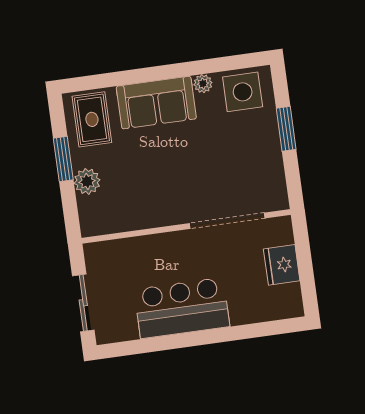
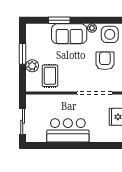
window: (131, 77) -> (59, 20), added
rug: (92, 119) -> (50, 76), moved
armchair: (240, 149) -> (105, 61), added

